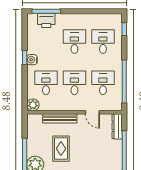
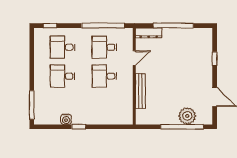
printer: (46, 20) -> (41, 105), removed
water cooler: (32, 60) -> (66, 119), moved
desk: (46, 83) -> (104, 105), removed
plant: (33, 105) -> (127, 118), removed
rug: (61, 149) -> (171, 90), removed

